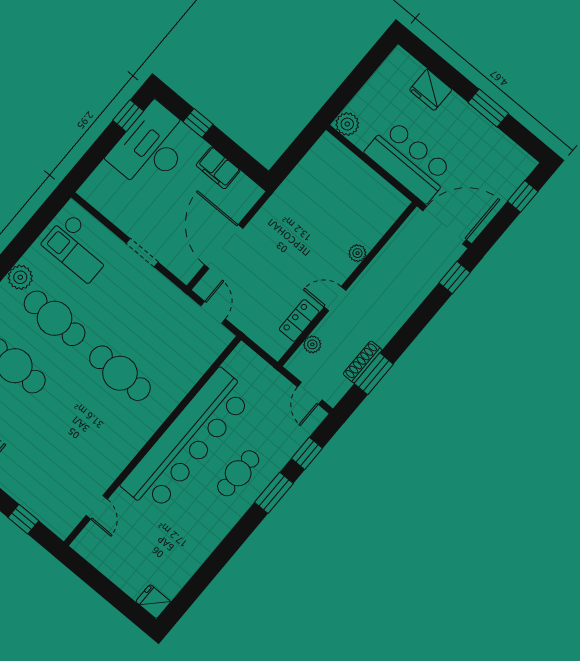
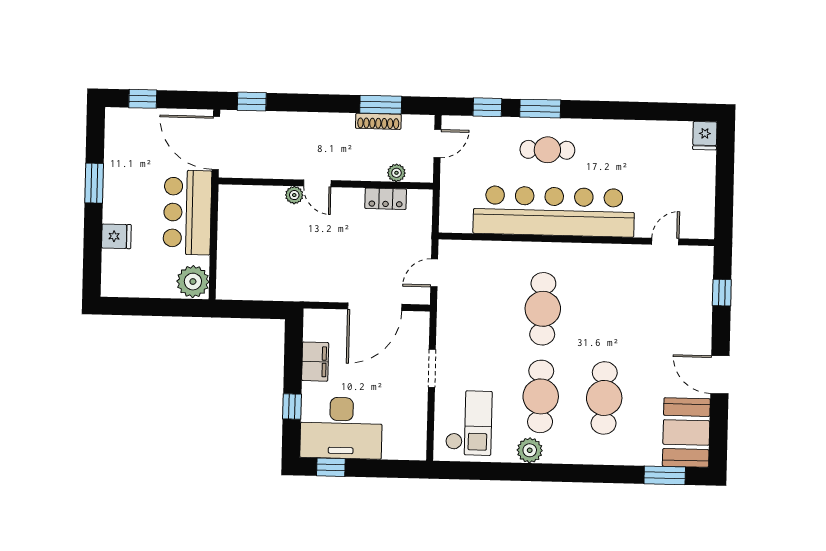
fridge: (431, 90) -> (116, 236), width x0.72
plant: (347, 124) -> (193, 282), width x1.36, depth x1.36
door: (335, 299) -> (317, 183), moved

